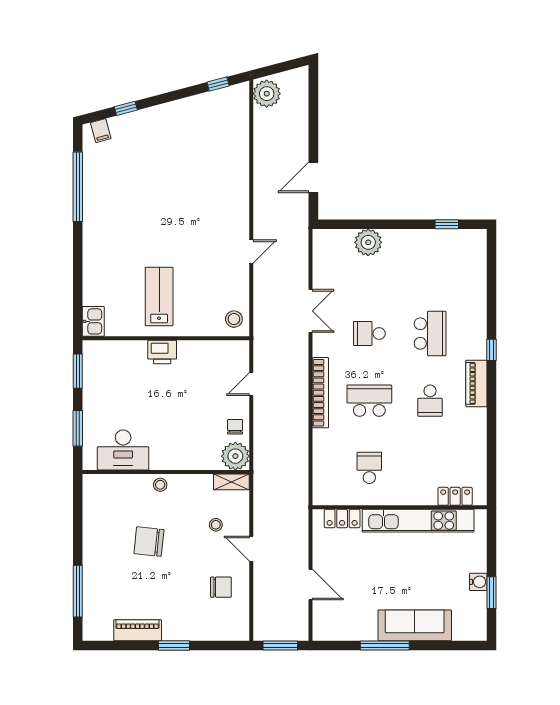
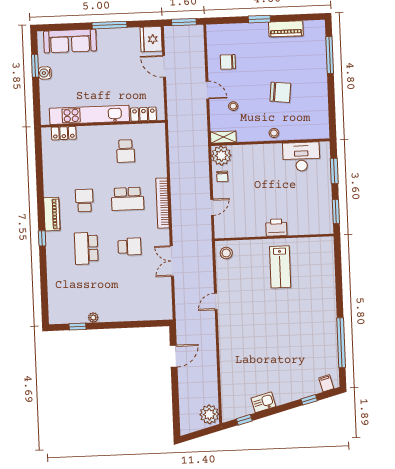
plant: (368, 242) -> (93, 317), moved, width x0.53, depth x0.53
kitchen sink: (93, 321) -> (263, 402), moved, turned 75
fridge: (327, 623) -> (151, 39), added
sofa: (415, 625) -> (70, 41), moved

